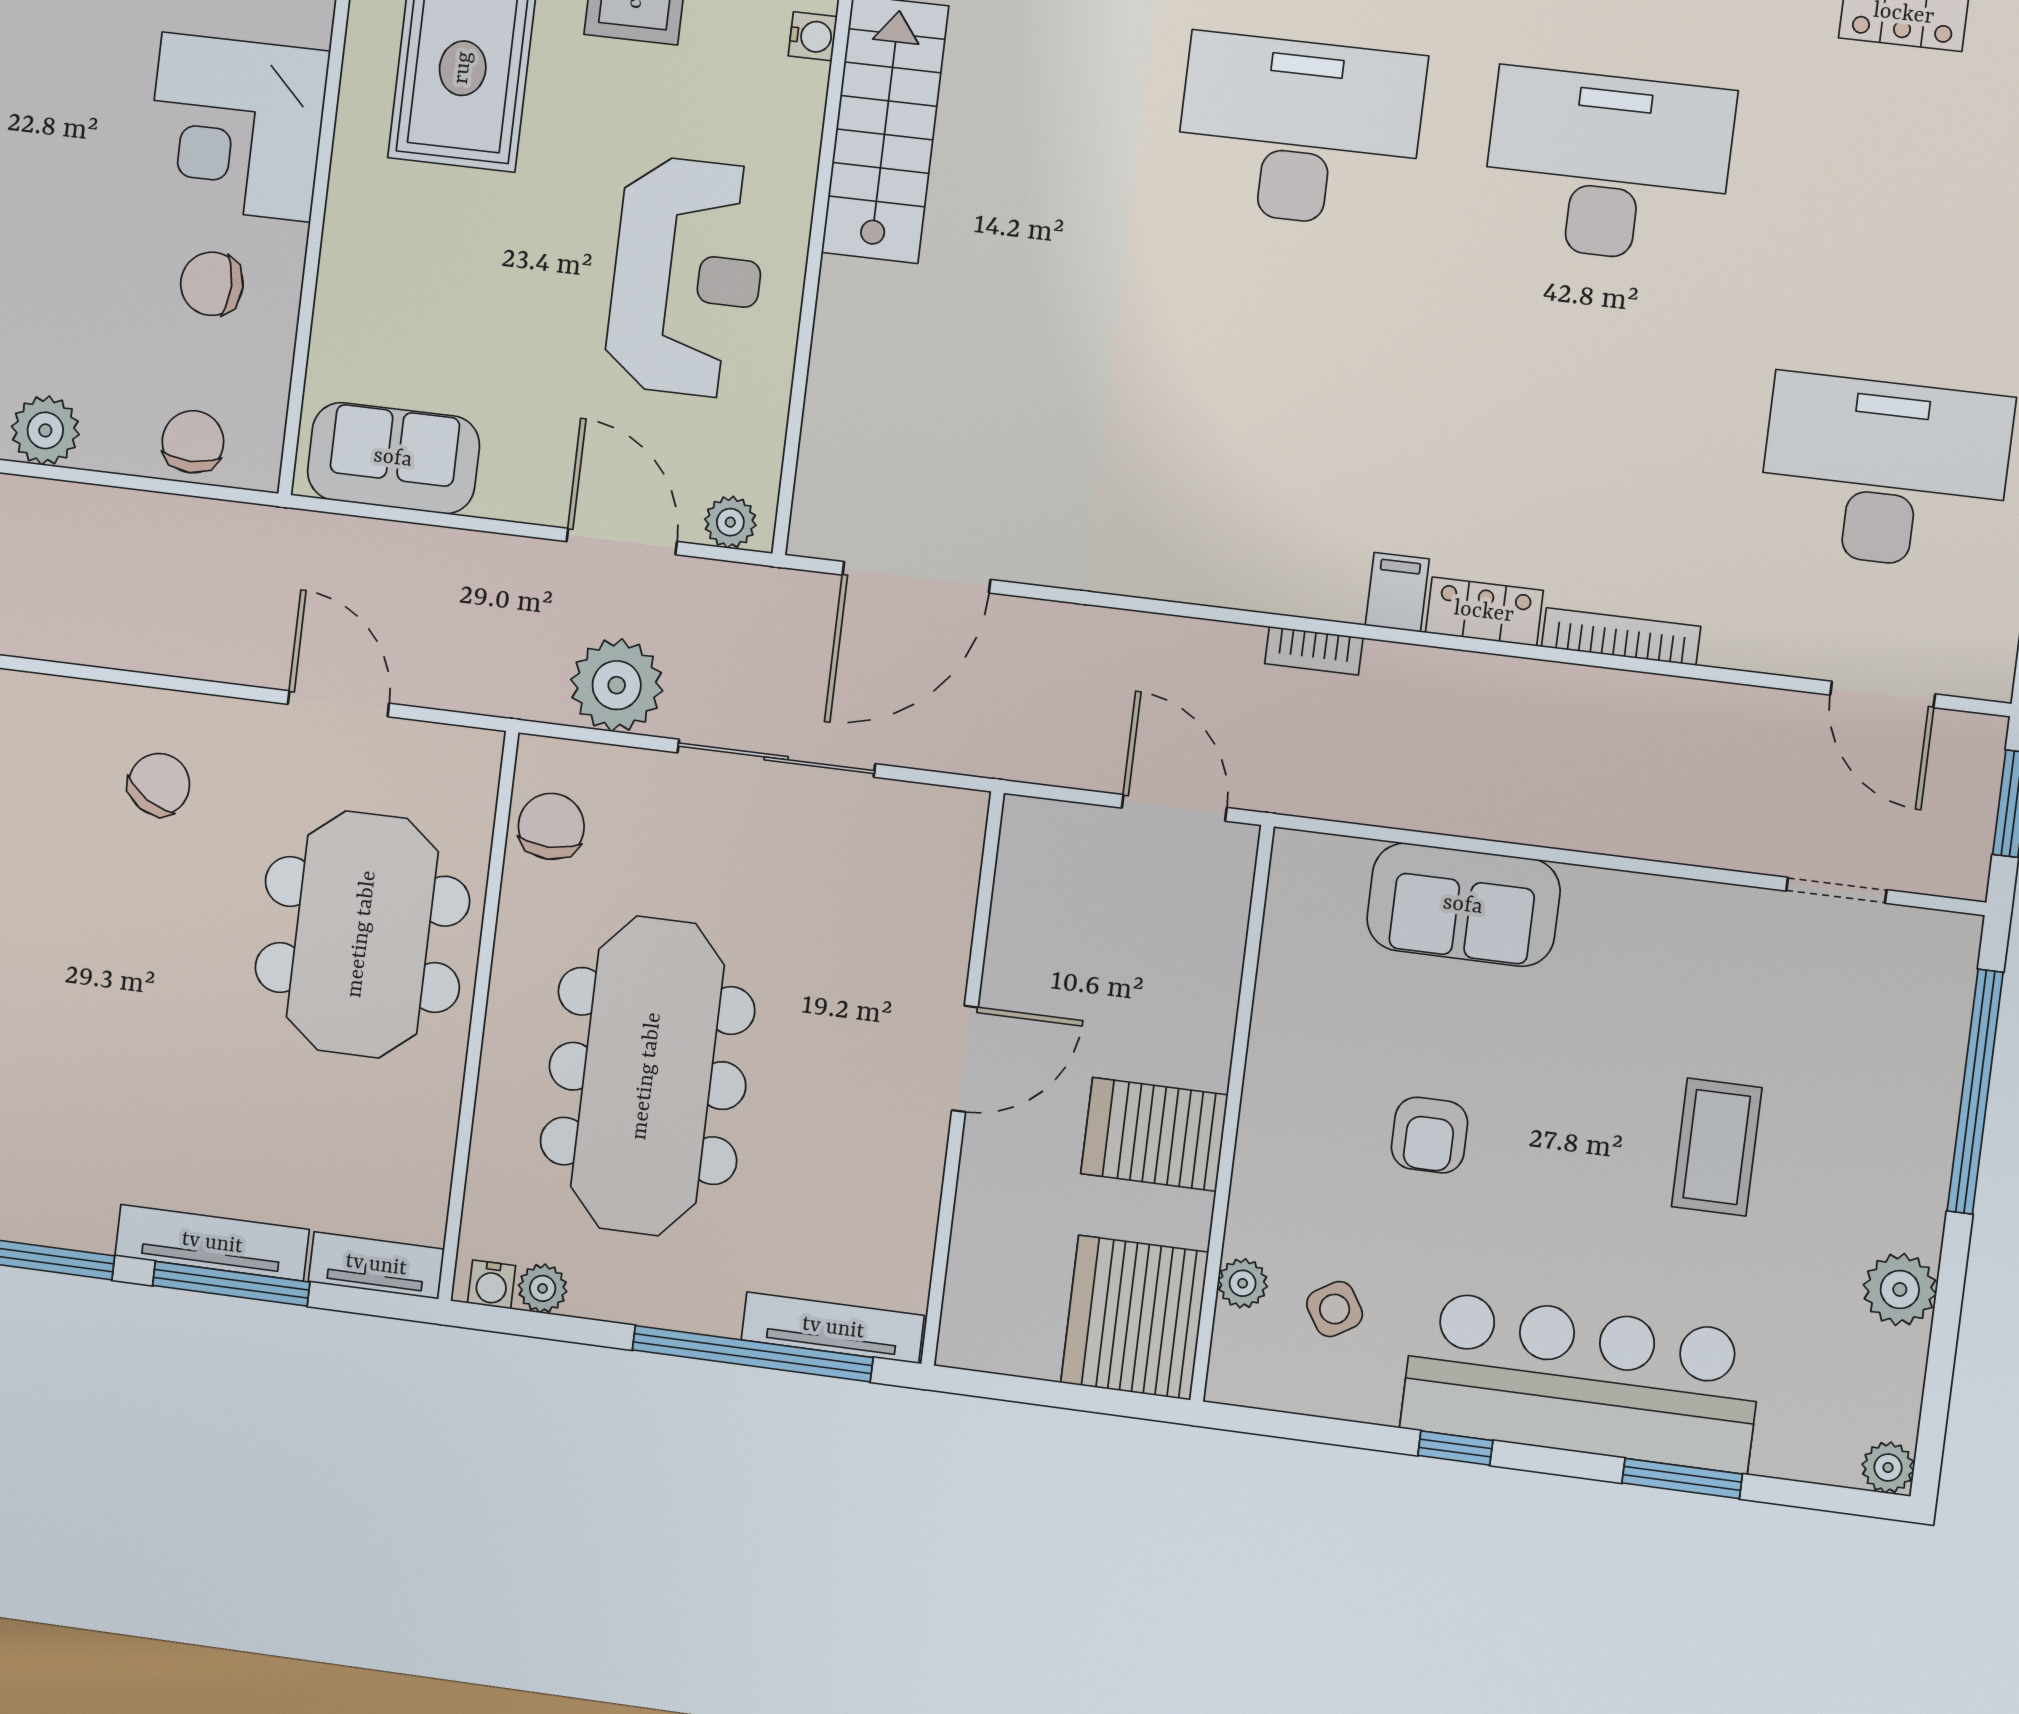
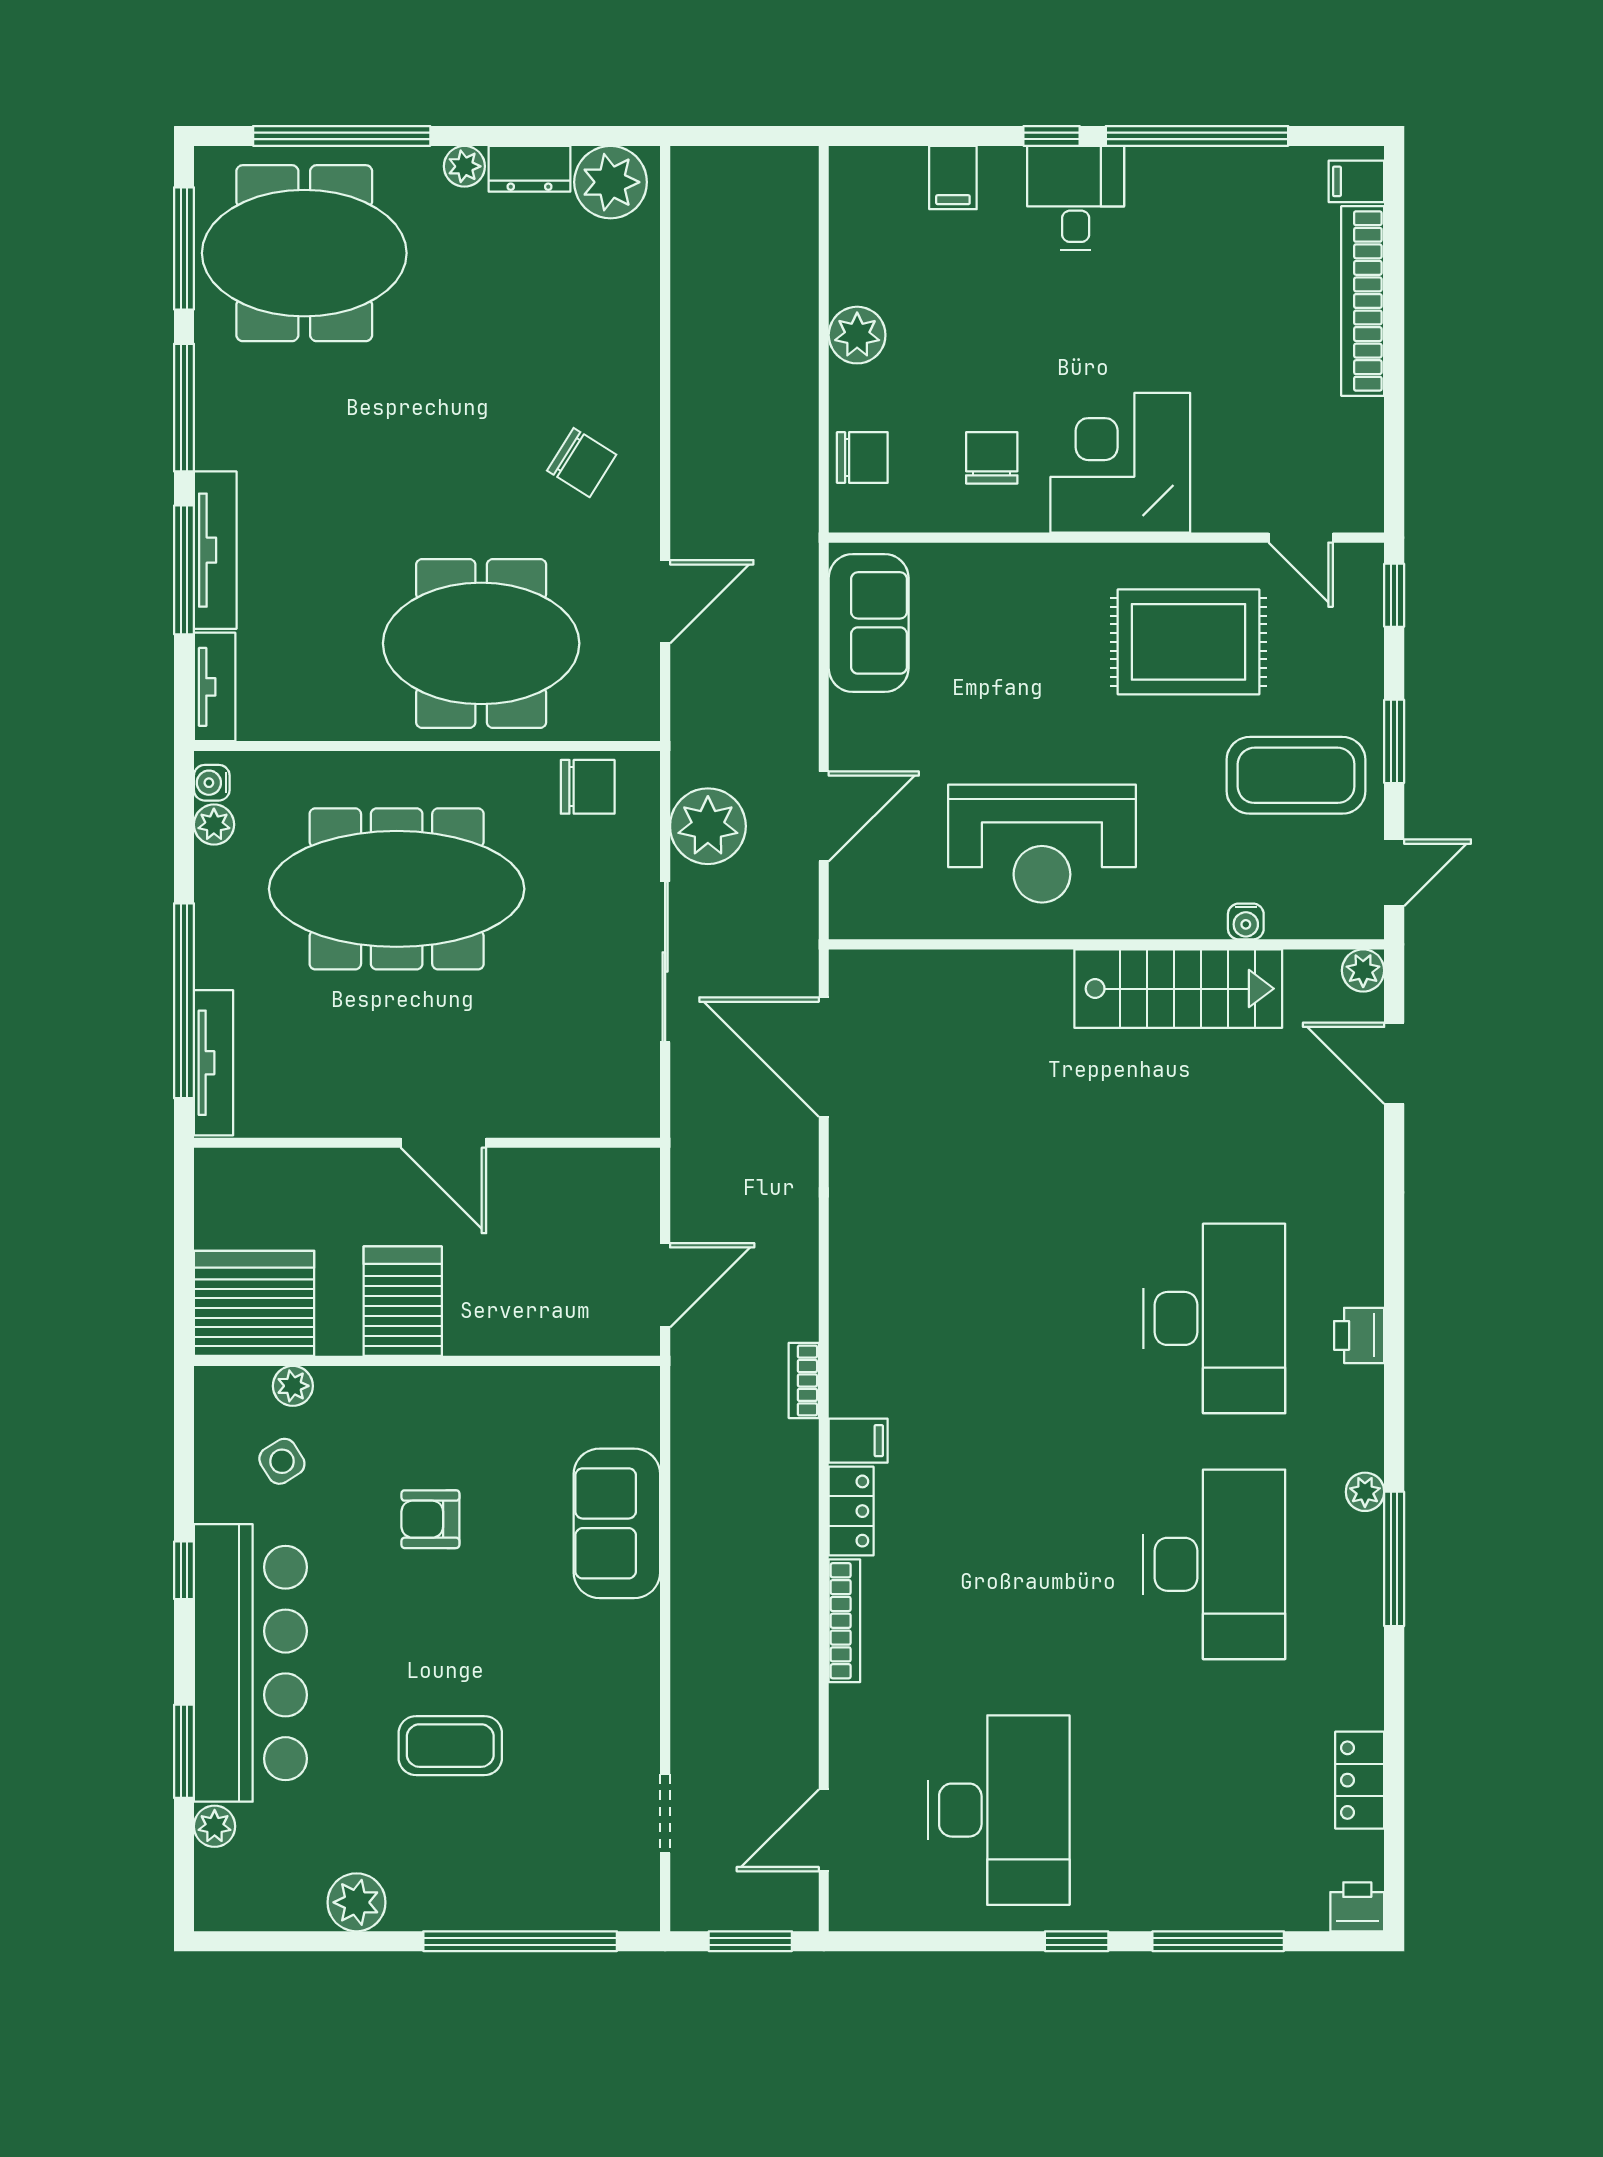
plant: (730, 522) -> (850, 902), removed
plant: (1888, 1468) -> (215, 1826), moved

